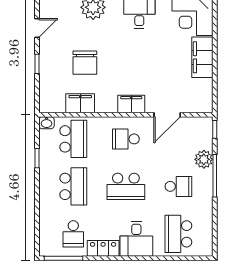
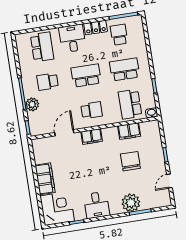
school desk: (73, 186) -> (125, 69), turned 90

